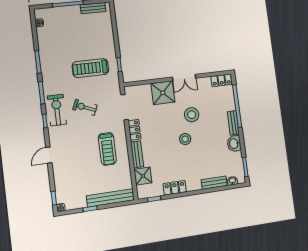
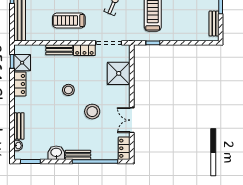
double door: (184, 78) -> (132, 120), moved
shower: (163, 93) -> (119, 73), moved
stool: (185, 139) -> (68, 90), moved
shower: (143, 176) -> (22, 63), moved

